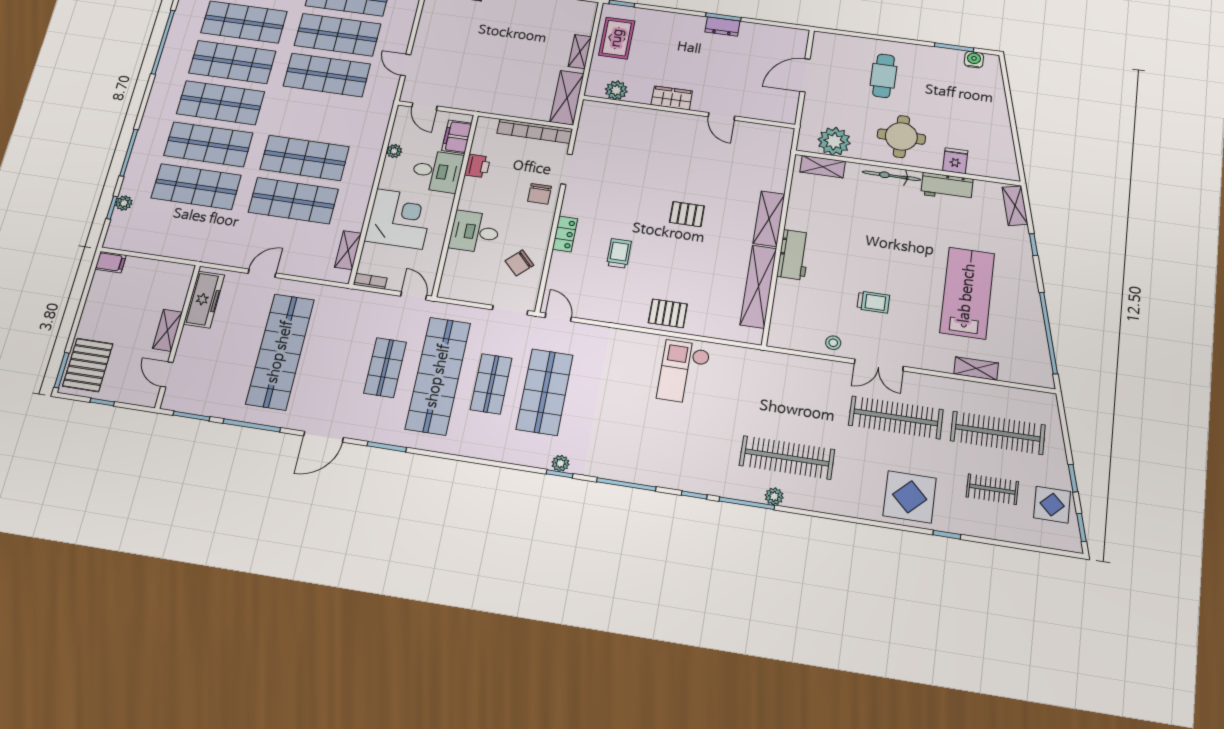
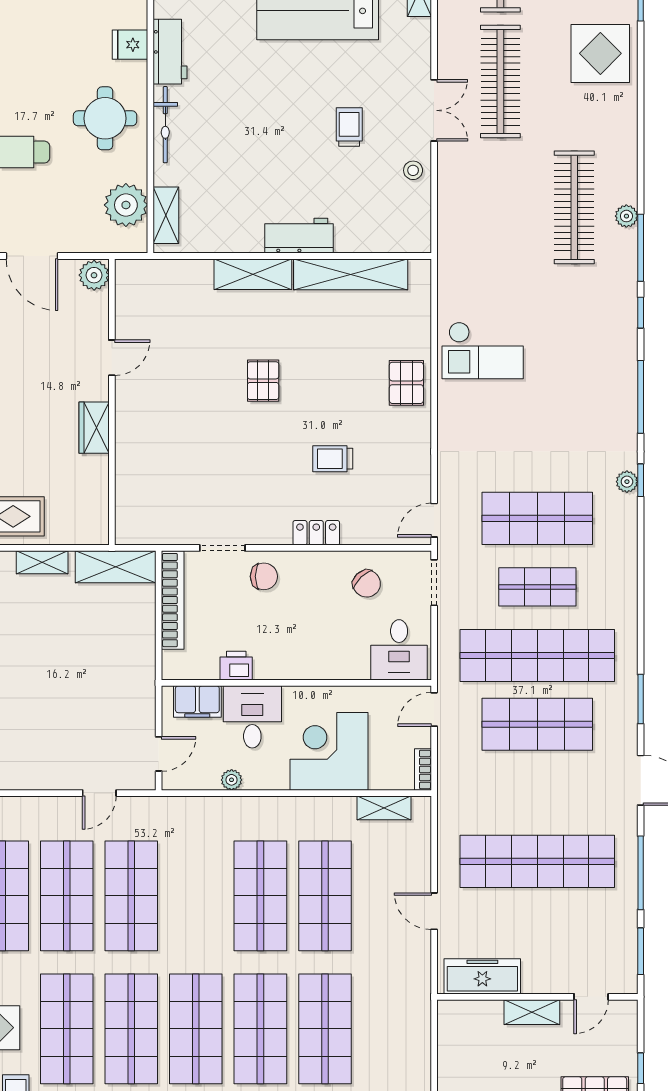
plant: (616, 90) -> (94, 275), moved
desk: (475, 232) -> (399, 650), moved
shop shelf: (385, 368) -> (537, 724), width x1.43, depth x1.36

